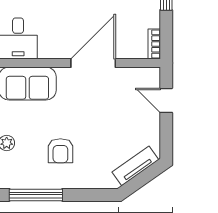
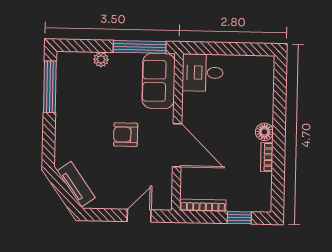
bookcase: (154, 44) -> (203, 205), width x1.56
armchair: (60, 151) -> (126, 135), moved

